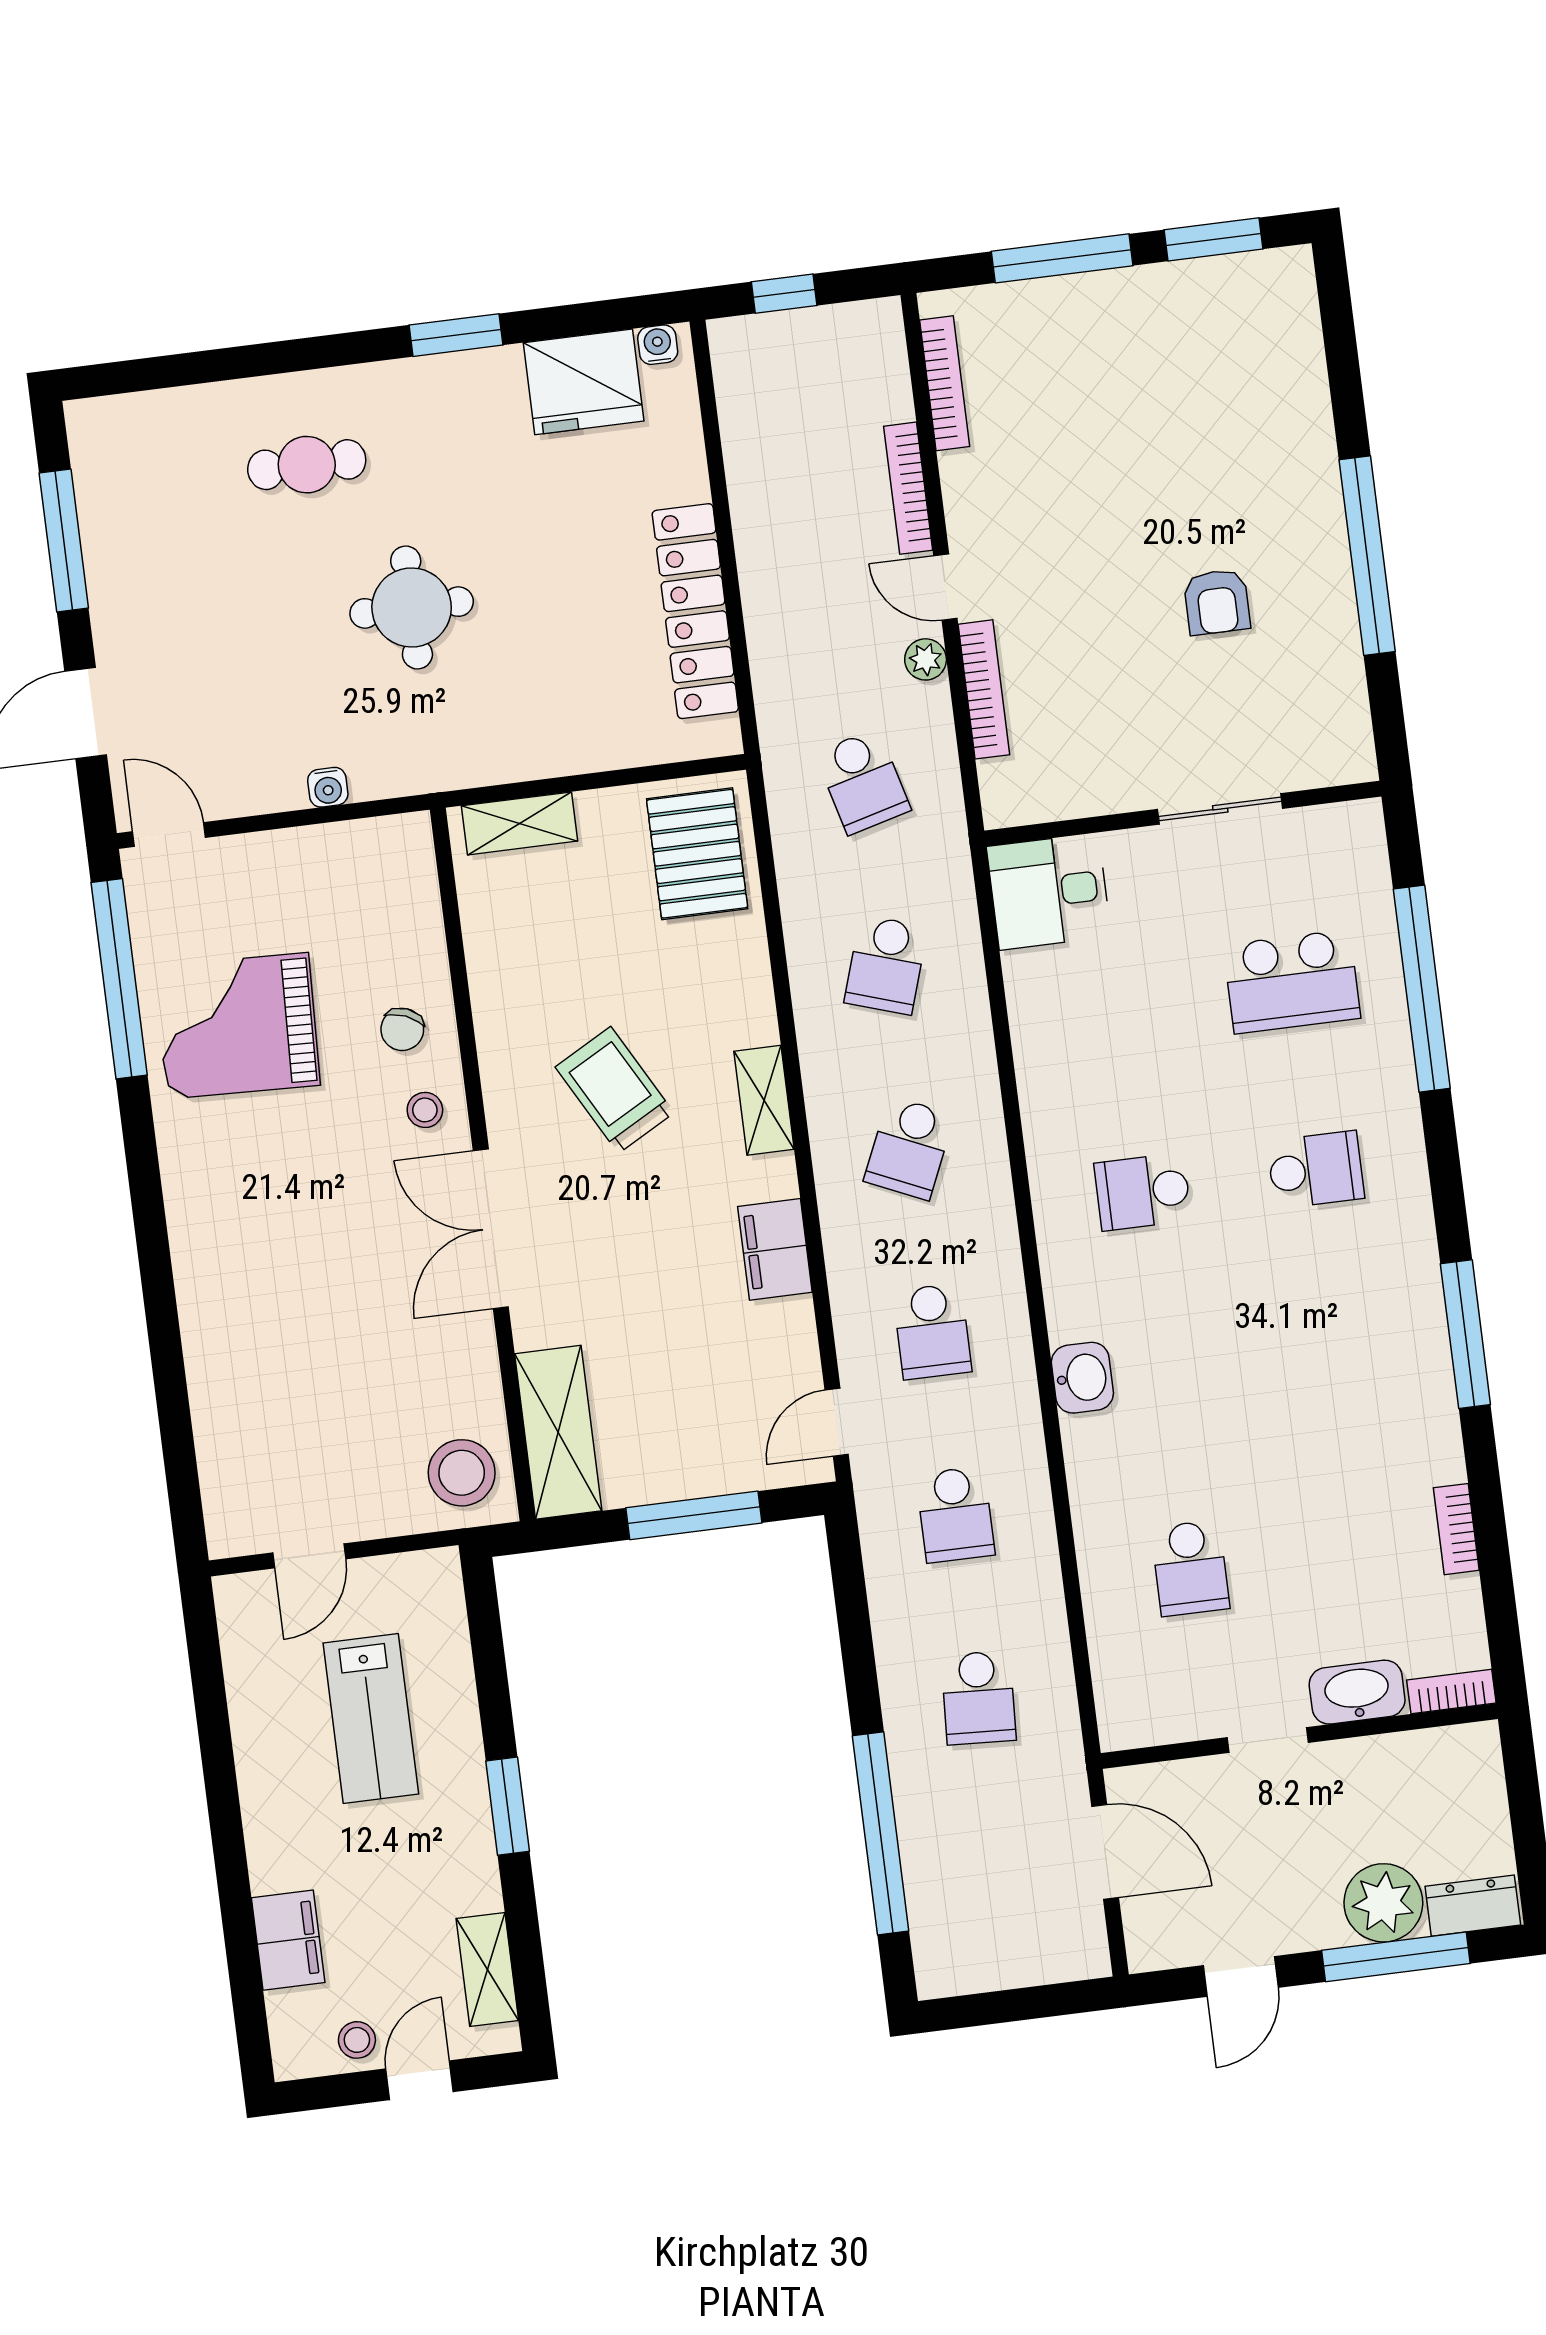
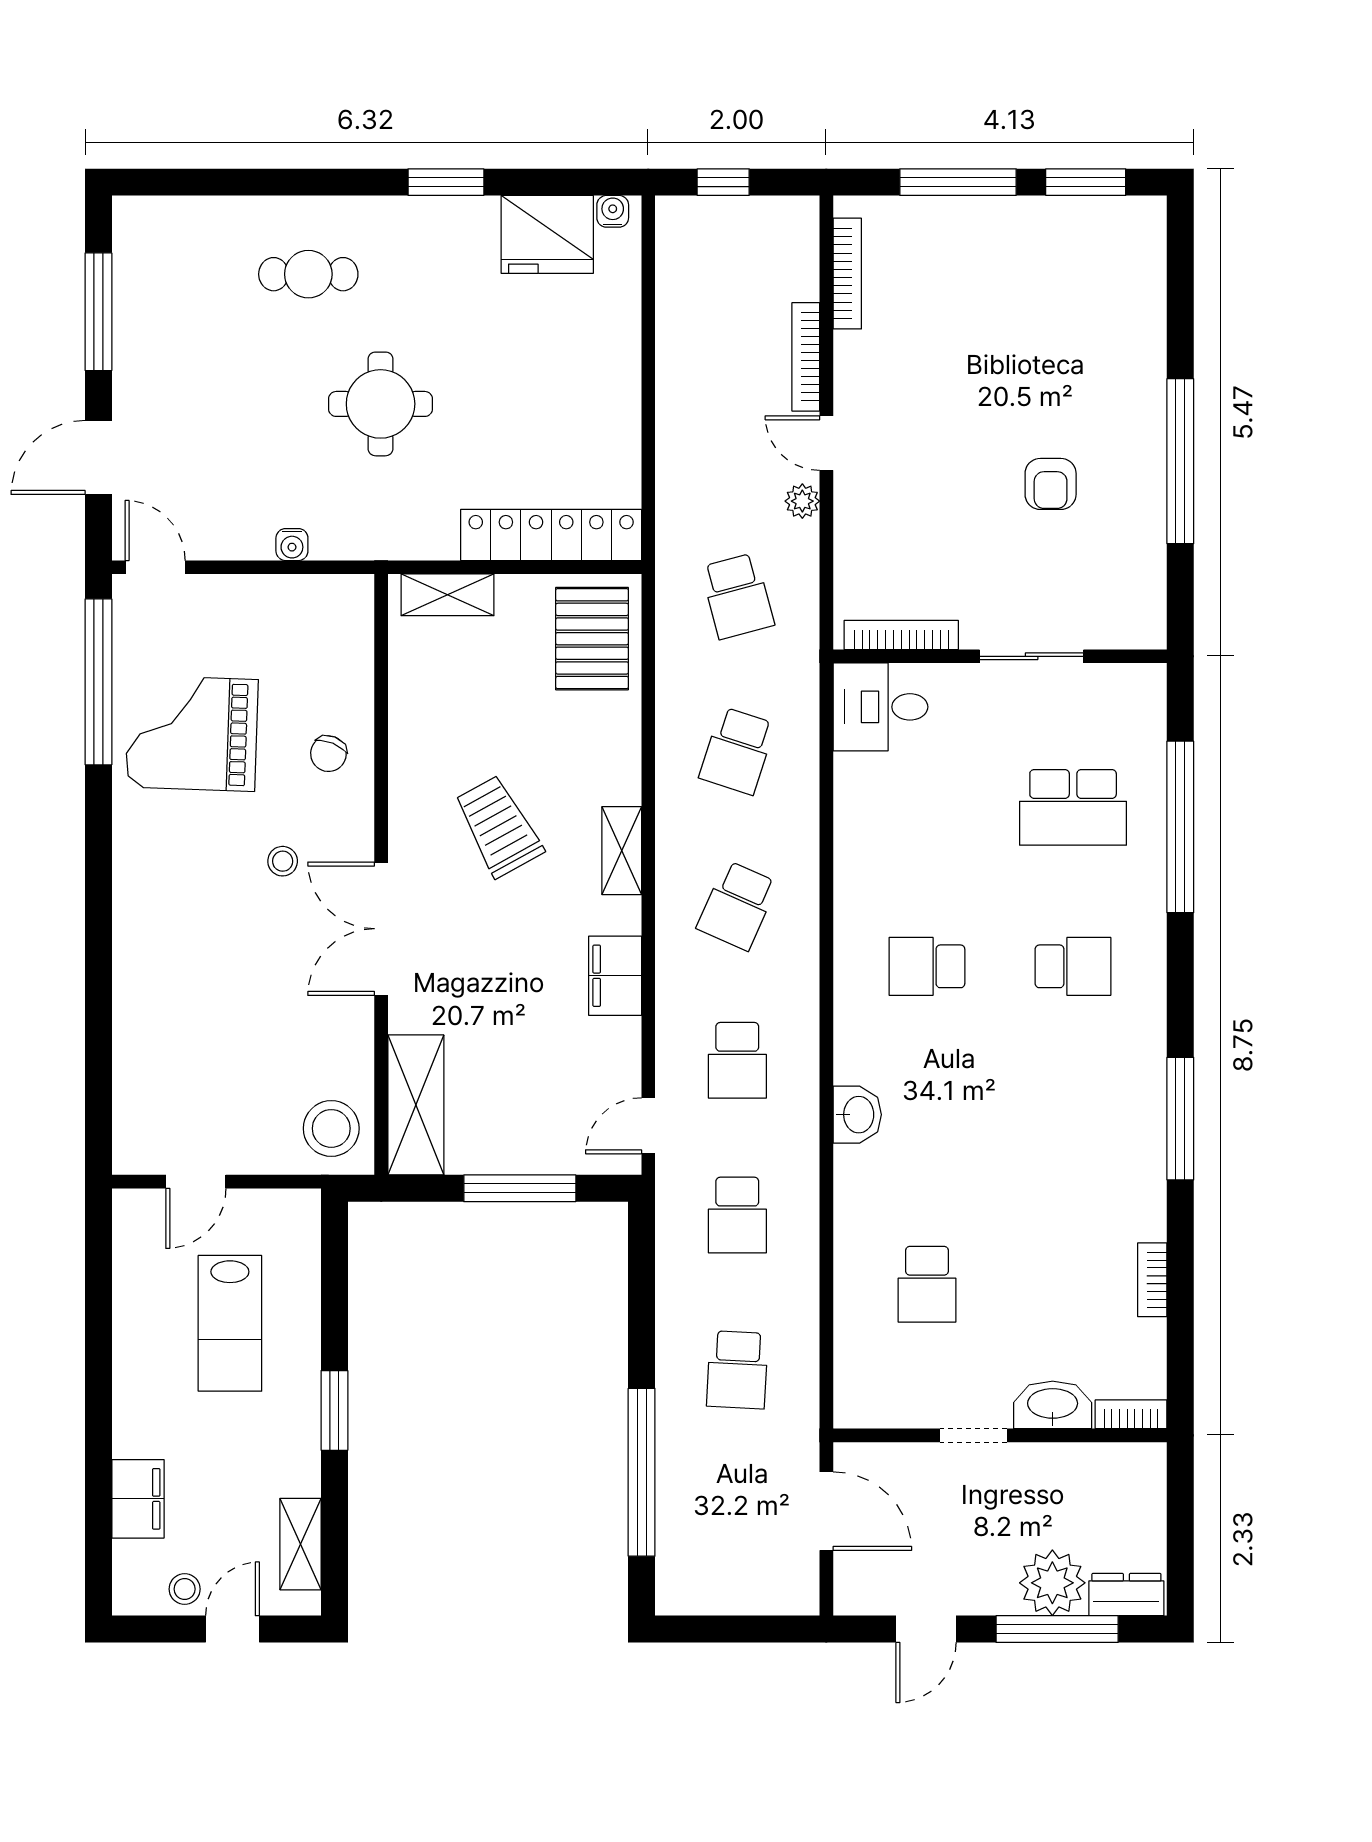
locker: (695, 611) -> (551, 535), moved, turned 90
bookcase: (984, 689) -> (901, 635), moved, turned -90
stool: (425, 1110) -> (283, 861), moved

